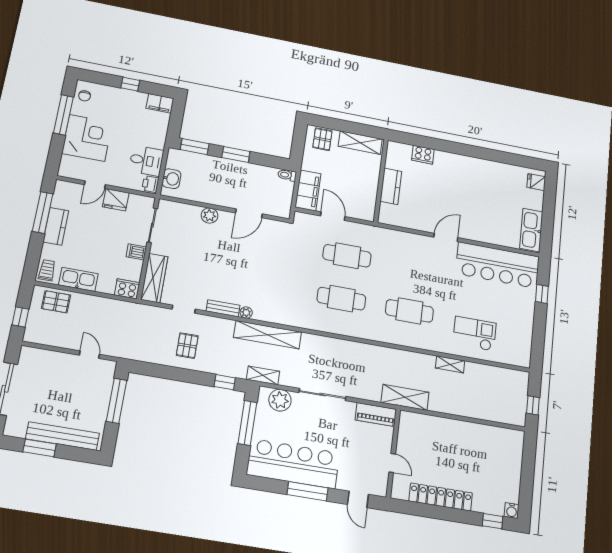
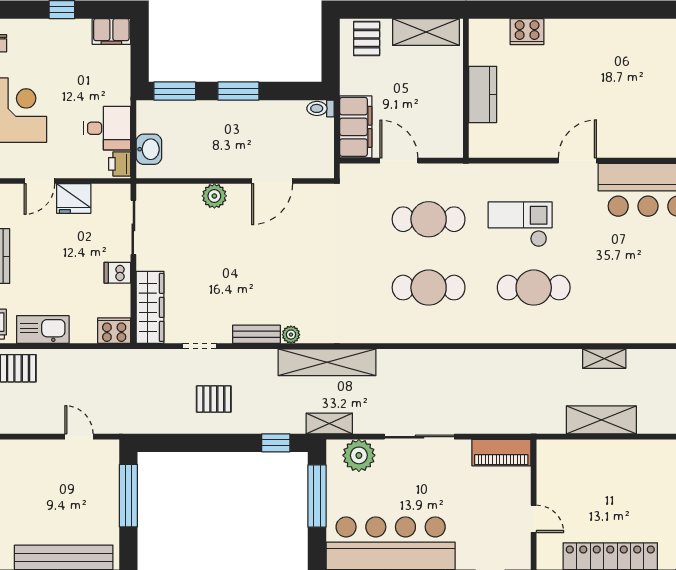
checkout: (475, 334) -> (520, 224), moved
pallet: (187, 346) -> (214, 399), turned 90
shelving: (405, 397) -> (601, 420), moved

